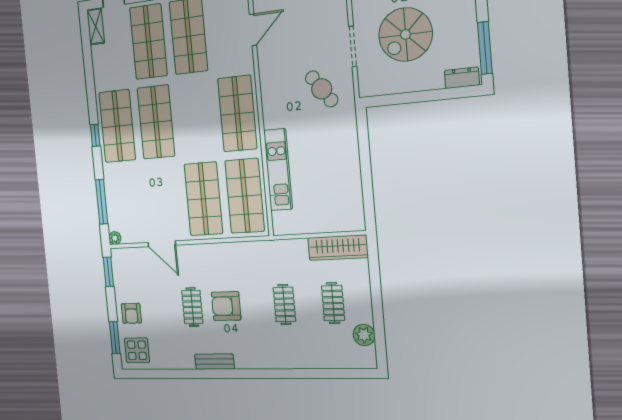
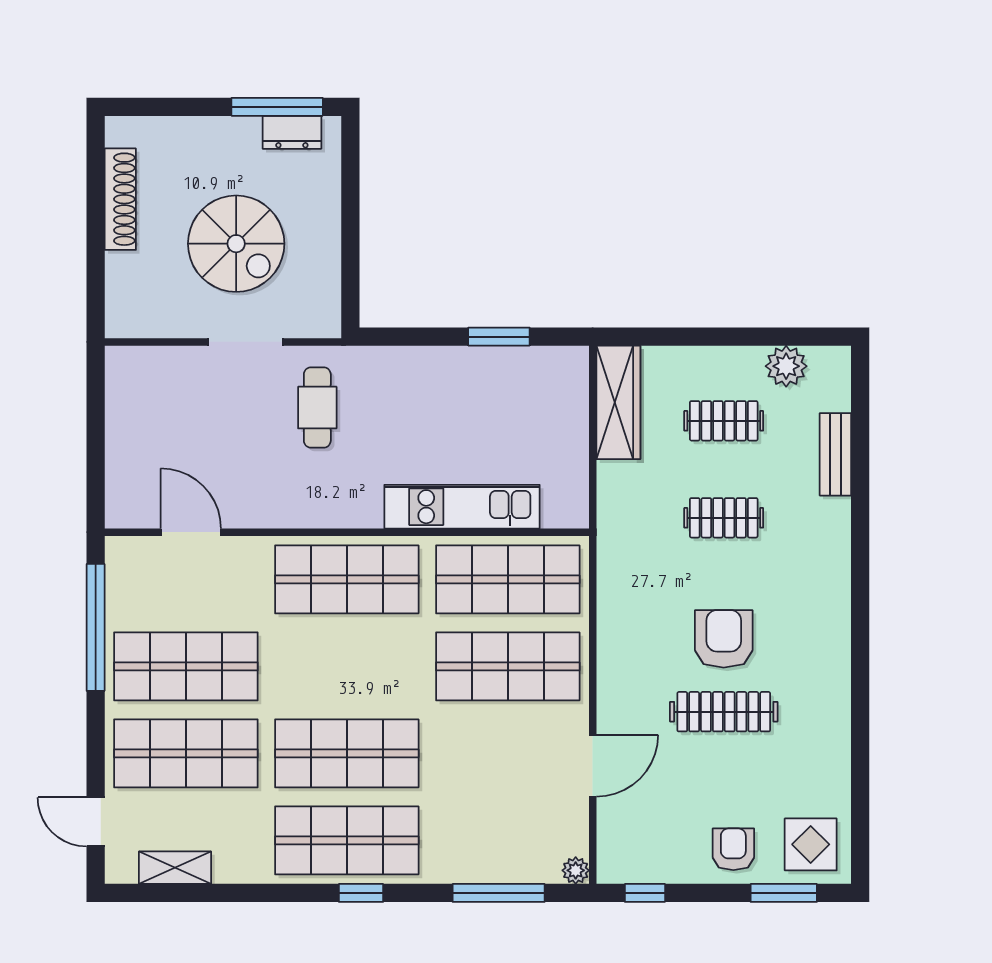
shelving: (96, 26) -> (175, 868), moved
dresser: (462, 78) -> (292, 132), moved, turned -90
cafe table: (322, 89) -> (317, 408), turned -55
window: (367, 182) -> (499, 337), added
window: (108, 272) -> (645, 893), width x0.67
armchair: (226, 306) -> (724, 639), turned 180
clothes rail: (192, 307) -> (724, 712), width x1.36
armchair: (131, 313) -> (733, 849), turned -90
bench: (214, 362) -> (835, 454), moved

